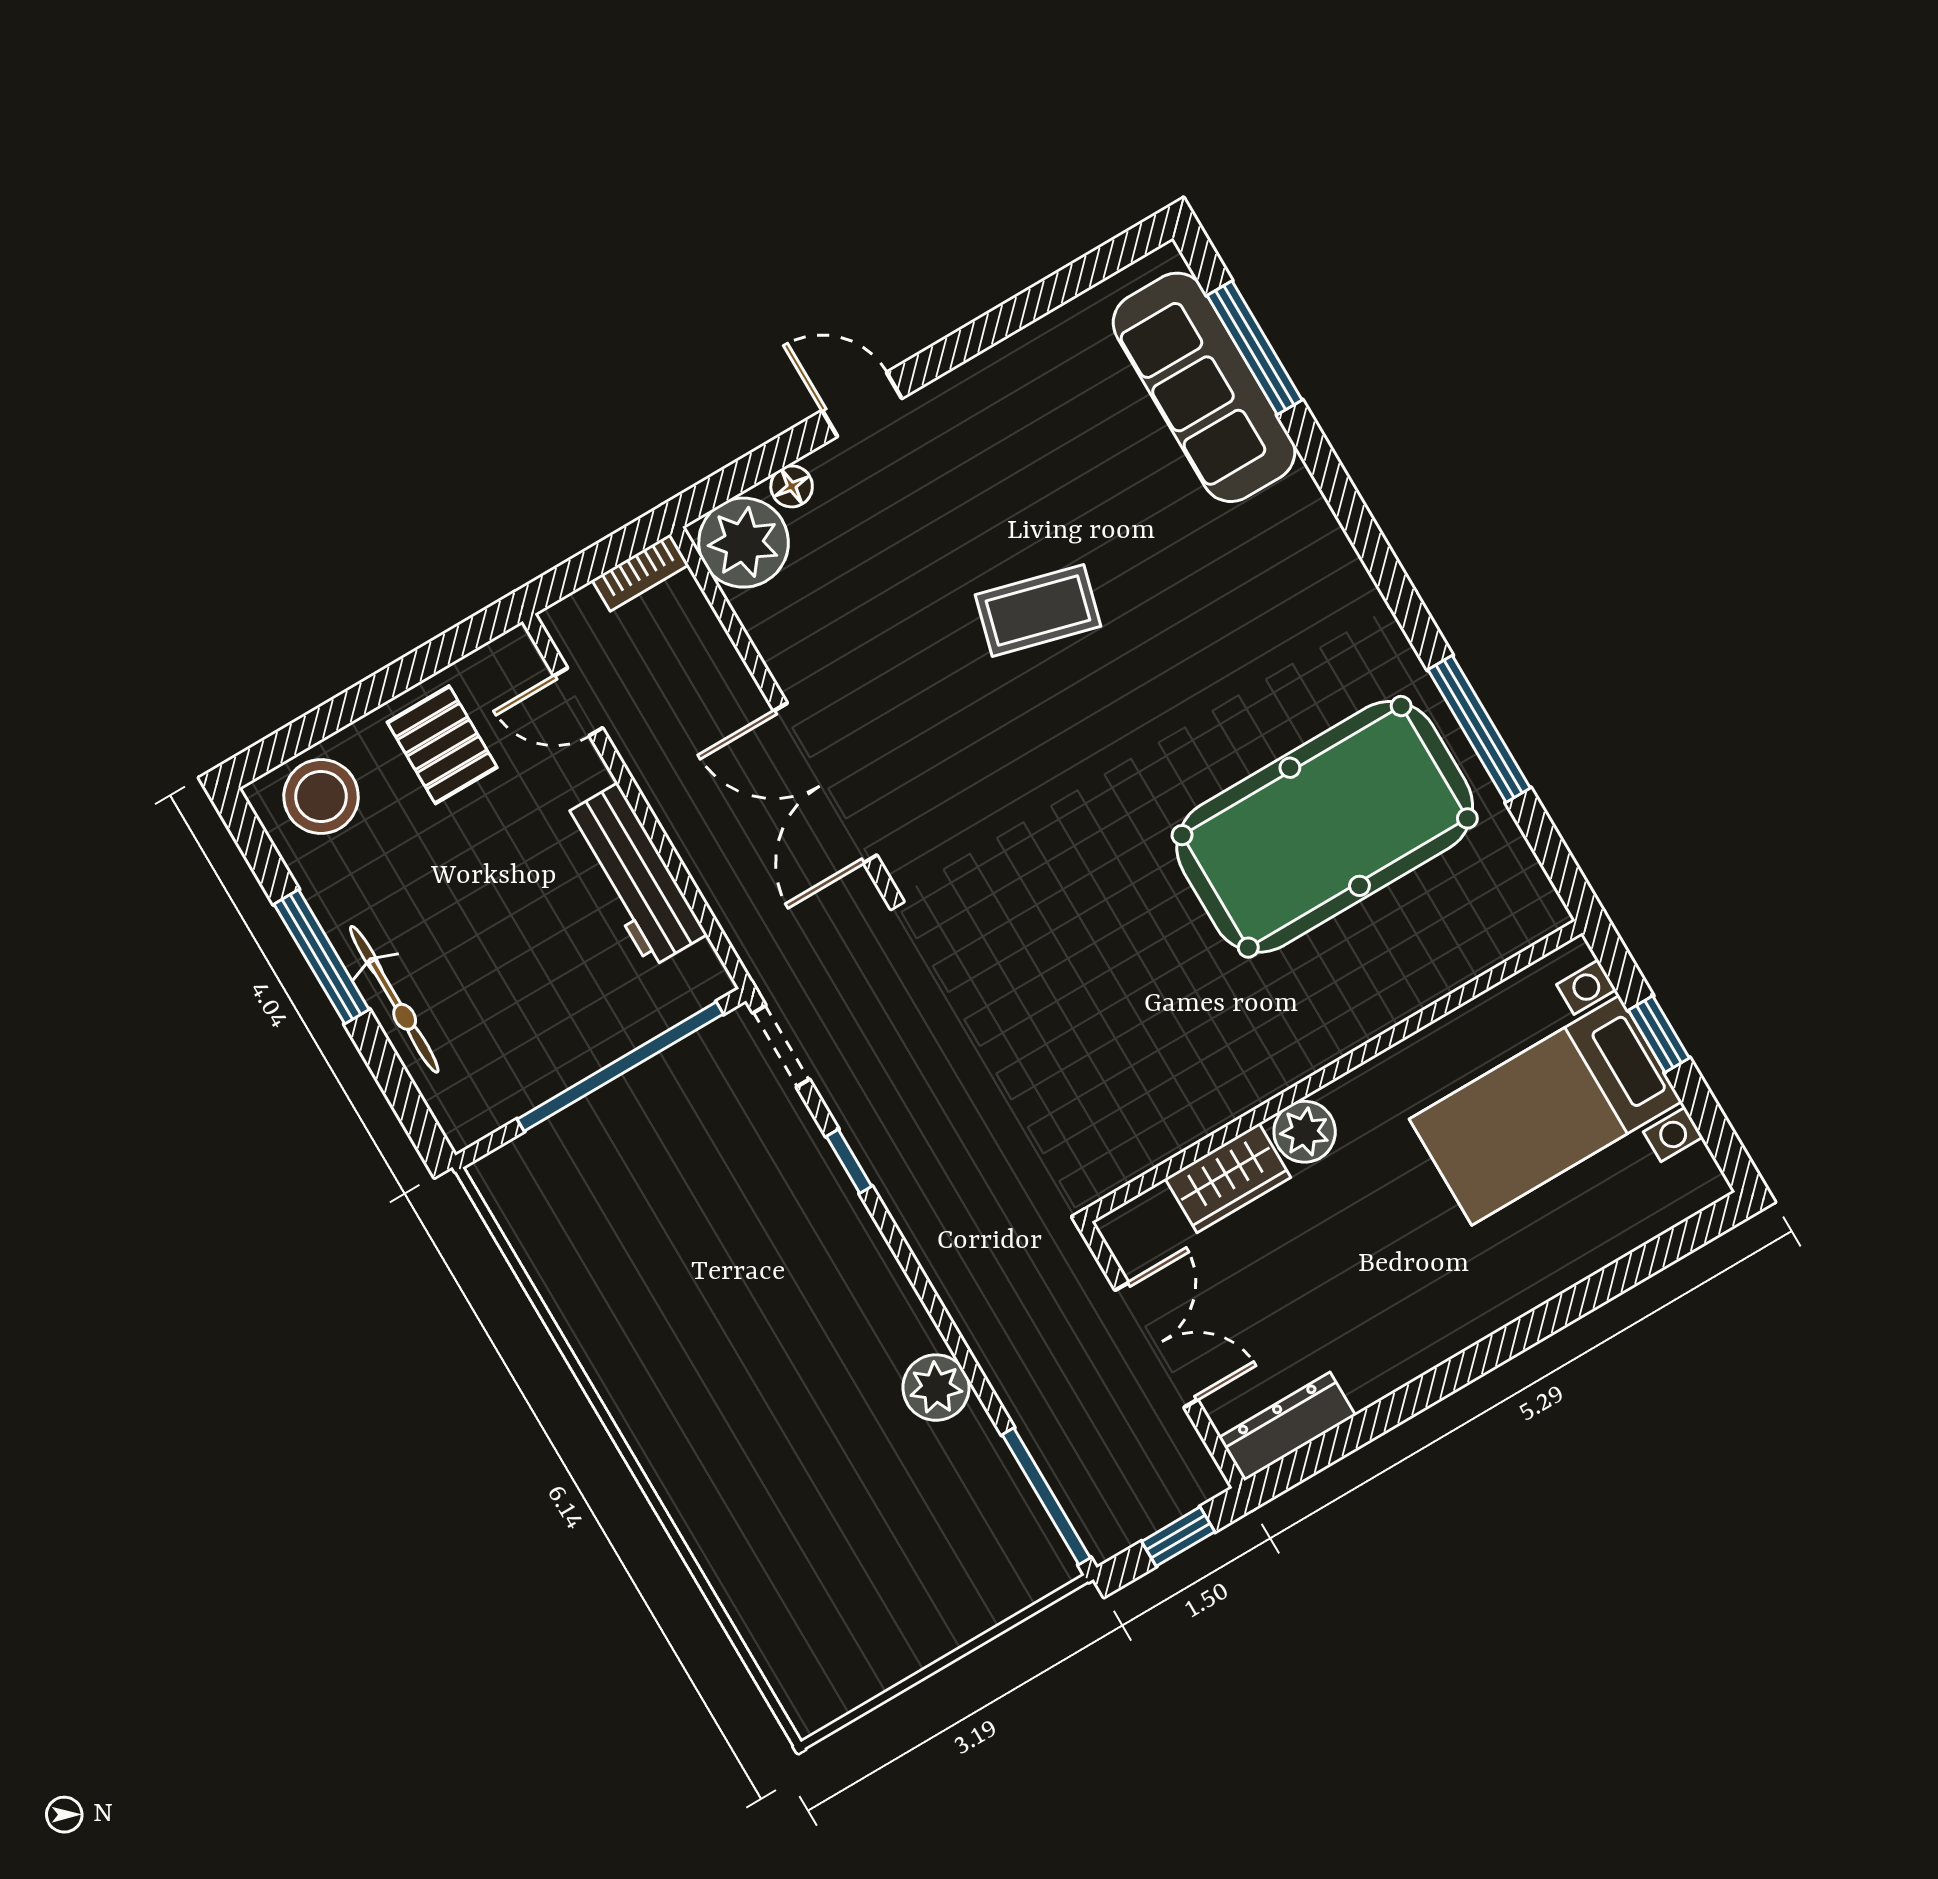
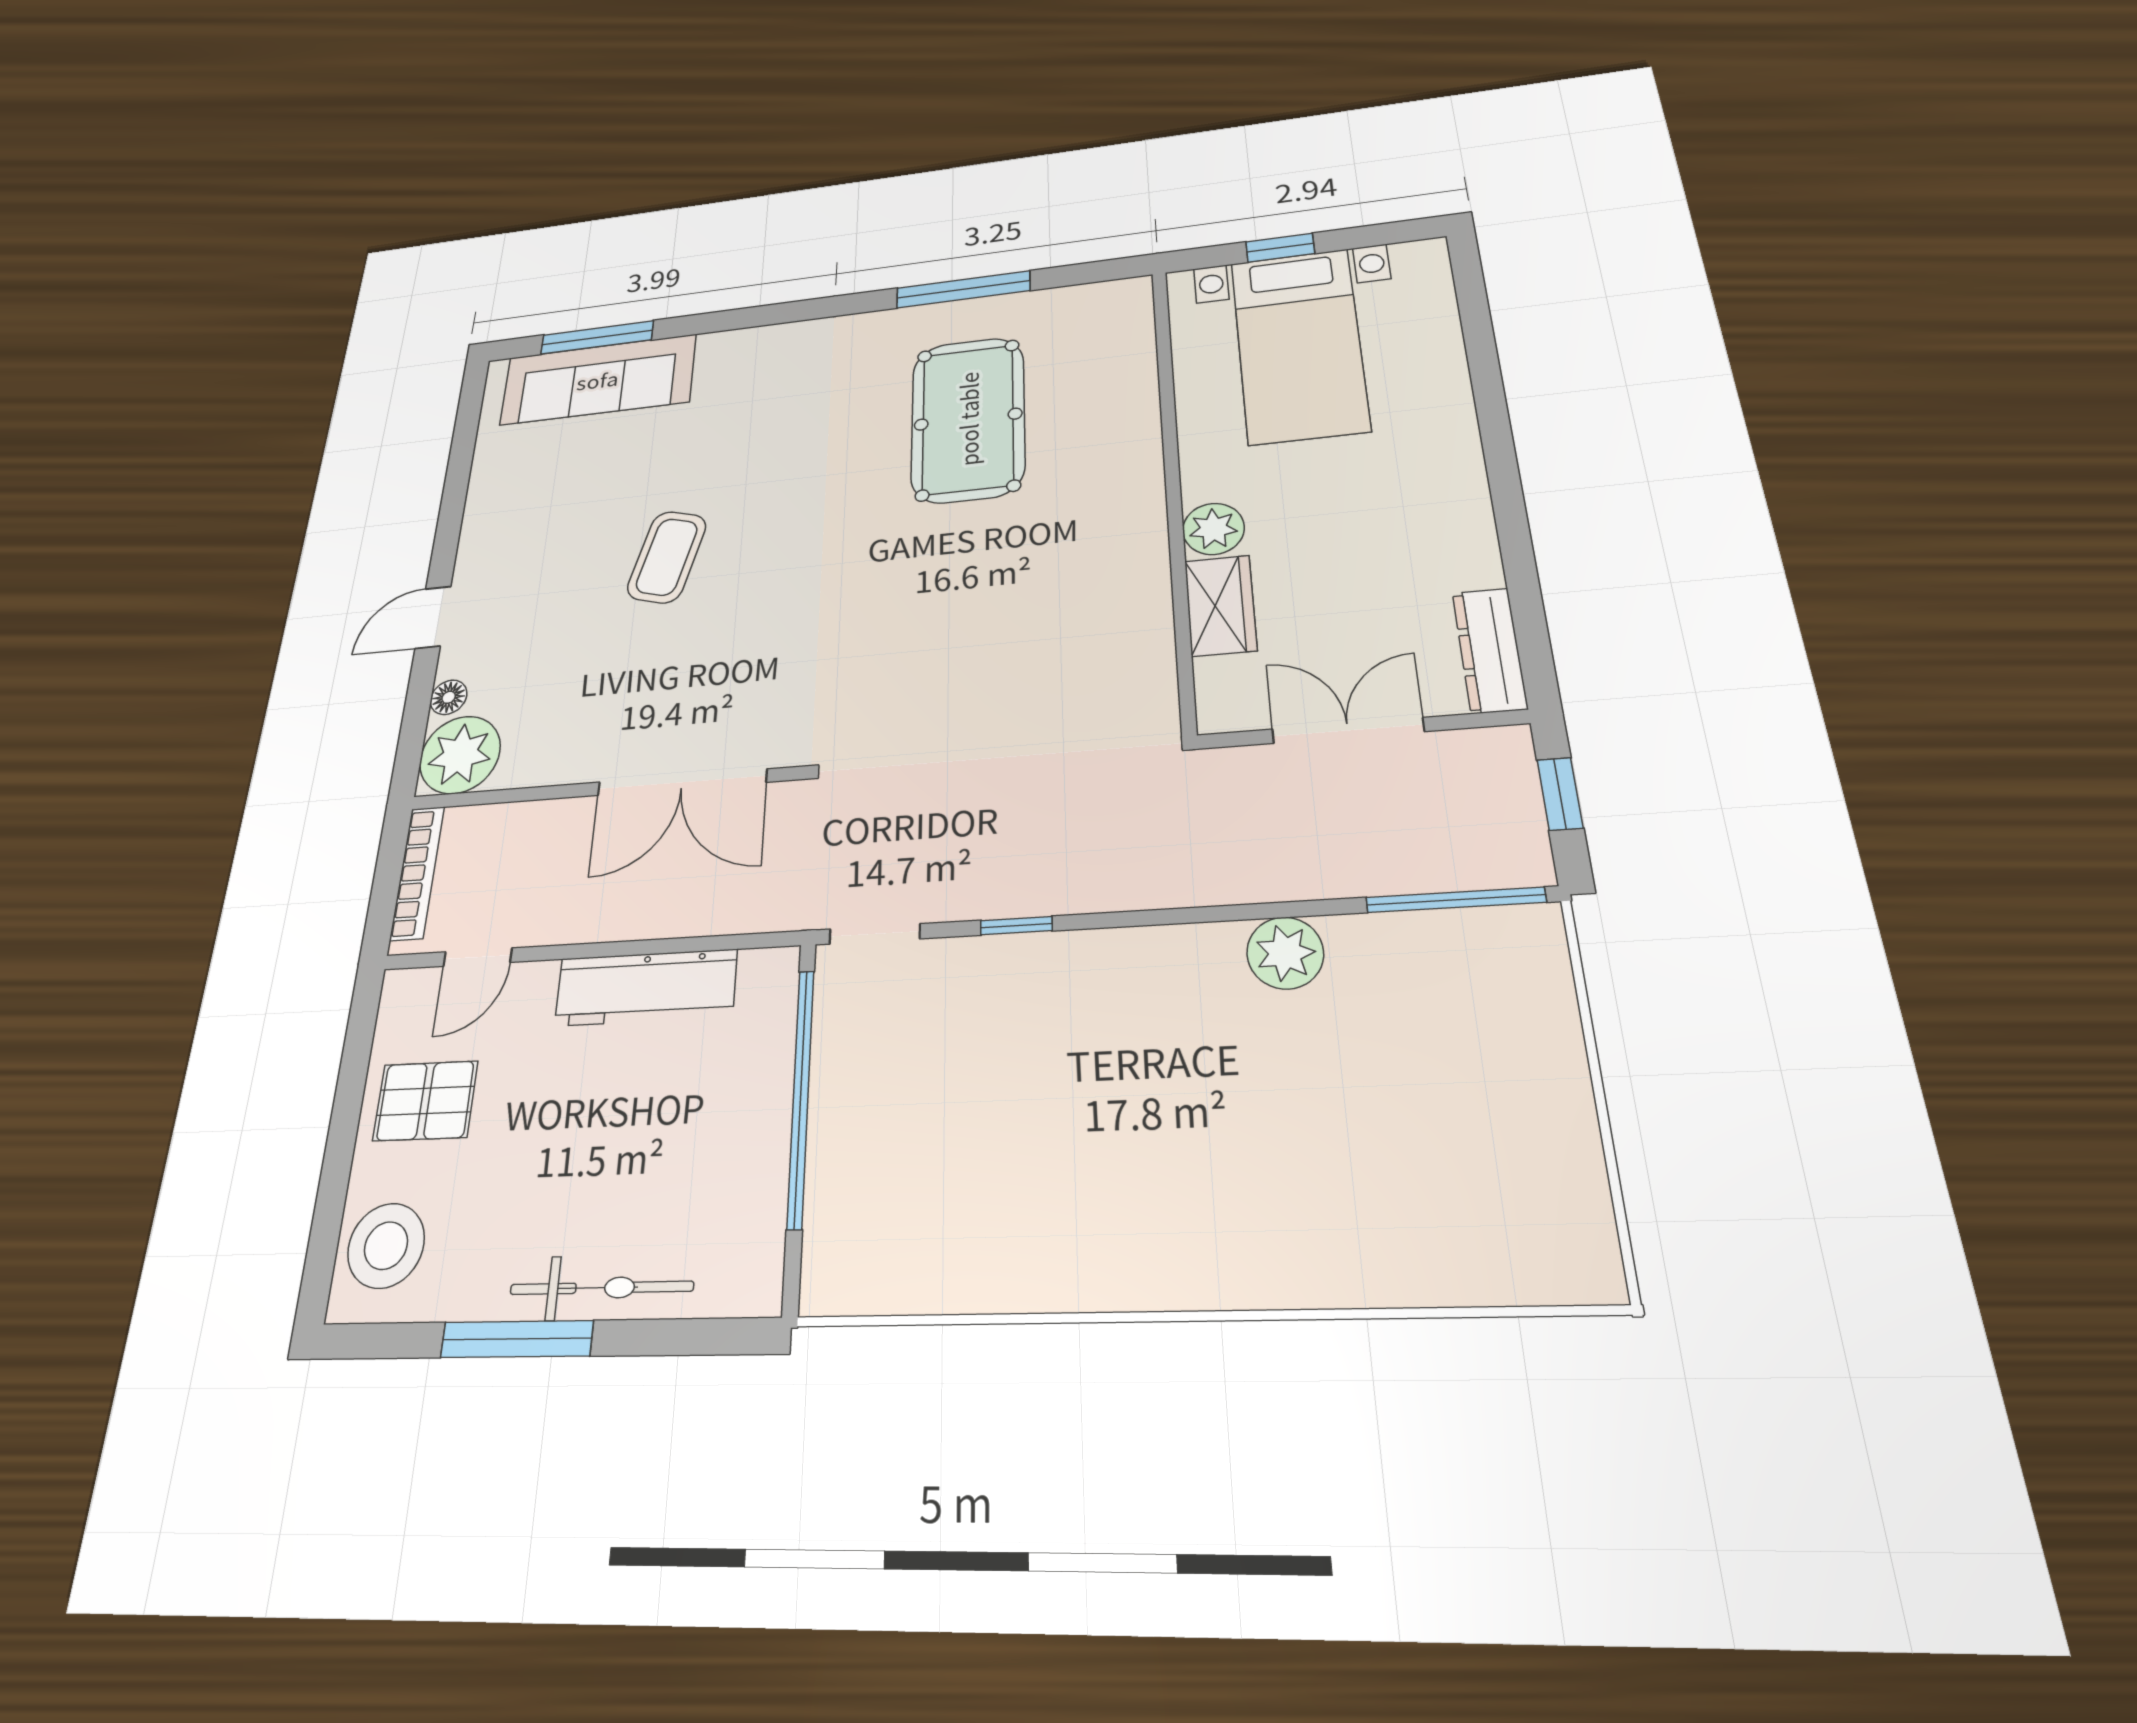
bookcase: (640, 573) -> (417, 873), width x1.56
pool table: (1325, 827) -> (968, 419), width x0.73, depth x0.76

